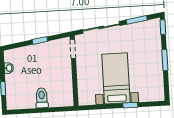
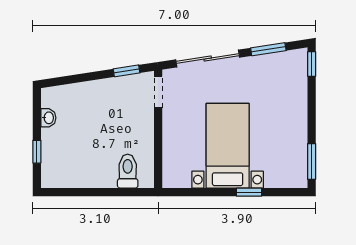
window: (40, 40) -> (127, 71), moved
window: (165, 60) -> (312, 161), moved
toilet: (42, 98) -> (128, 171), moved

